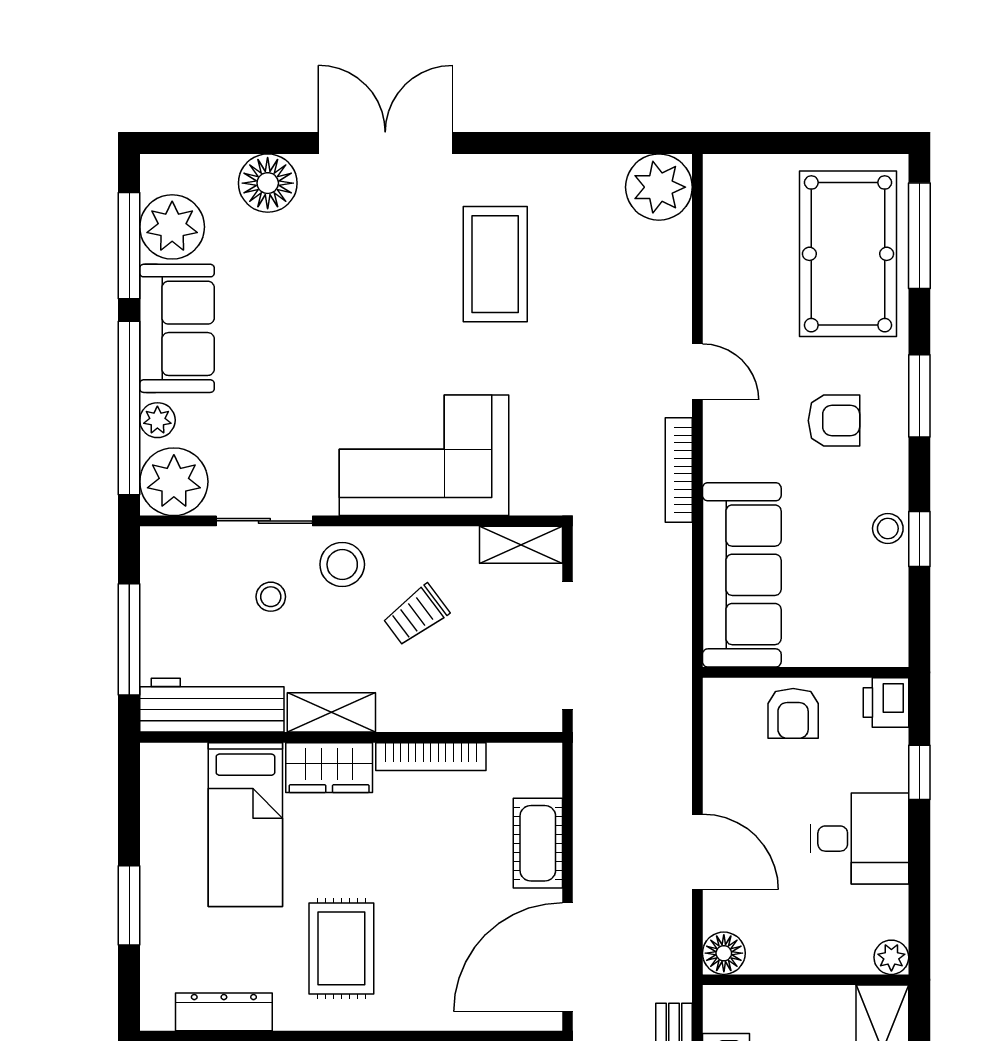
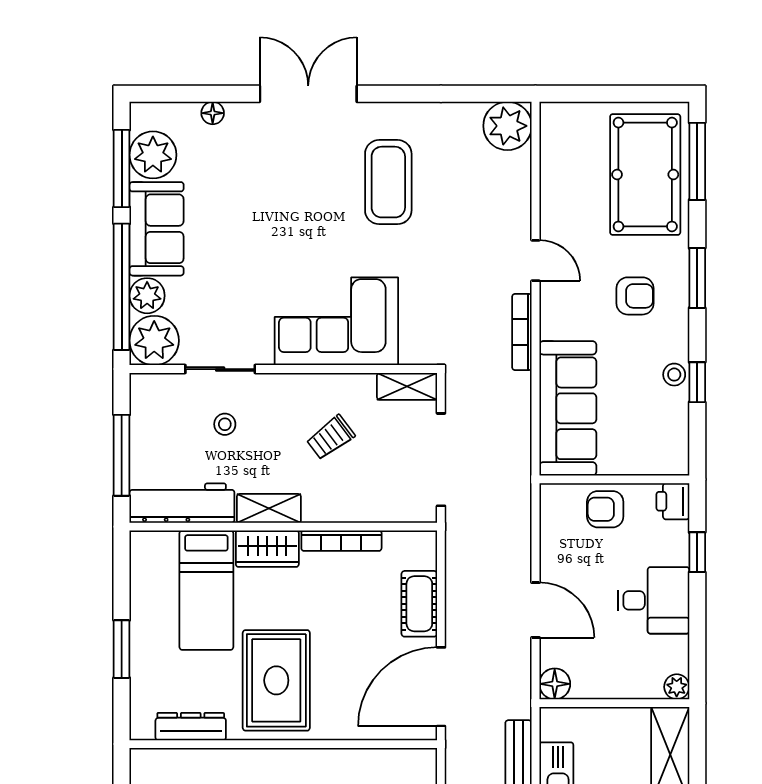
floor lamp: (268, 183) -> (213, 113), width x0.53, depth x0.53
plant: (157, 420) -> (147, 296), width x1.38, depth x1.38
stool: (342, 564) -> (277, 401), removed
armchair: (793, 713) -> (605, 509), turned 90
rug: (341, 948) -> (276, 680), width x1.36, depth x1.43

